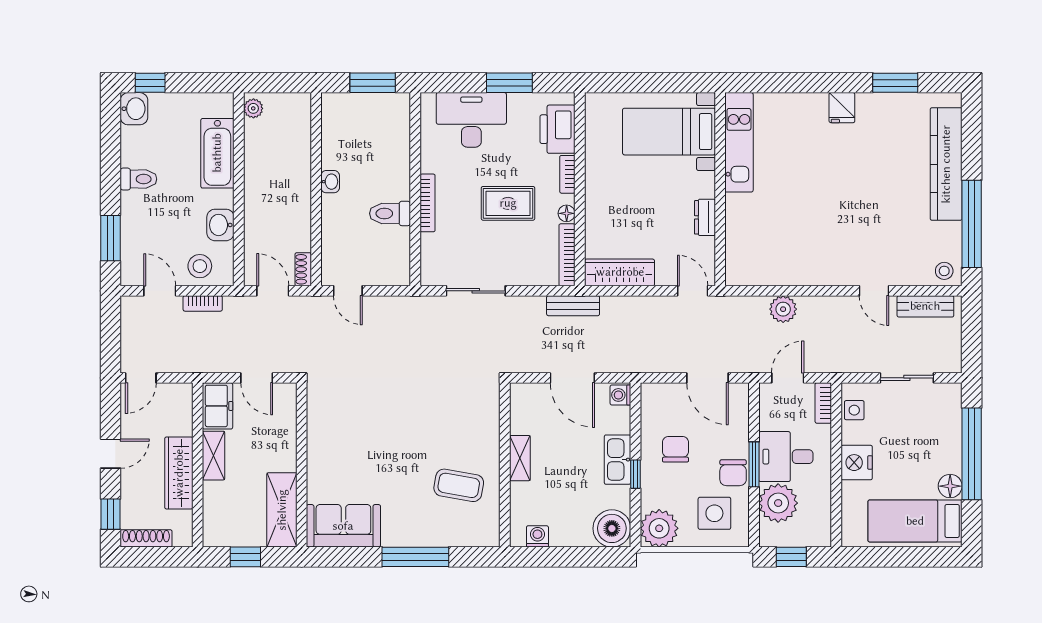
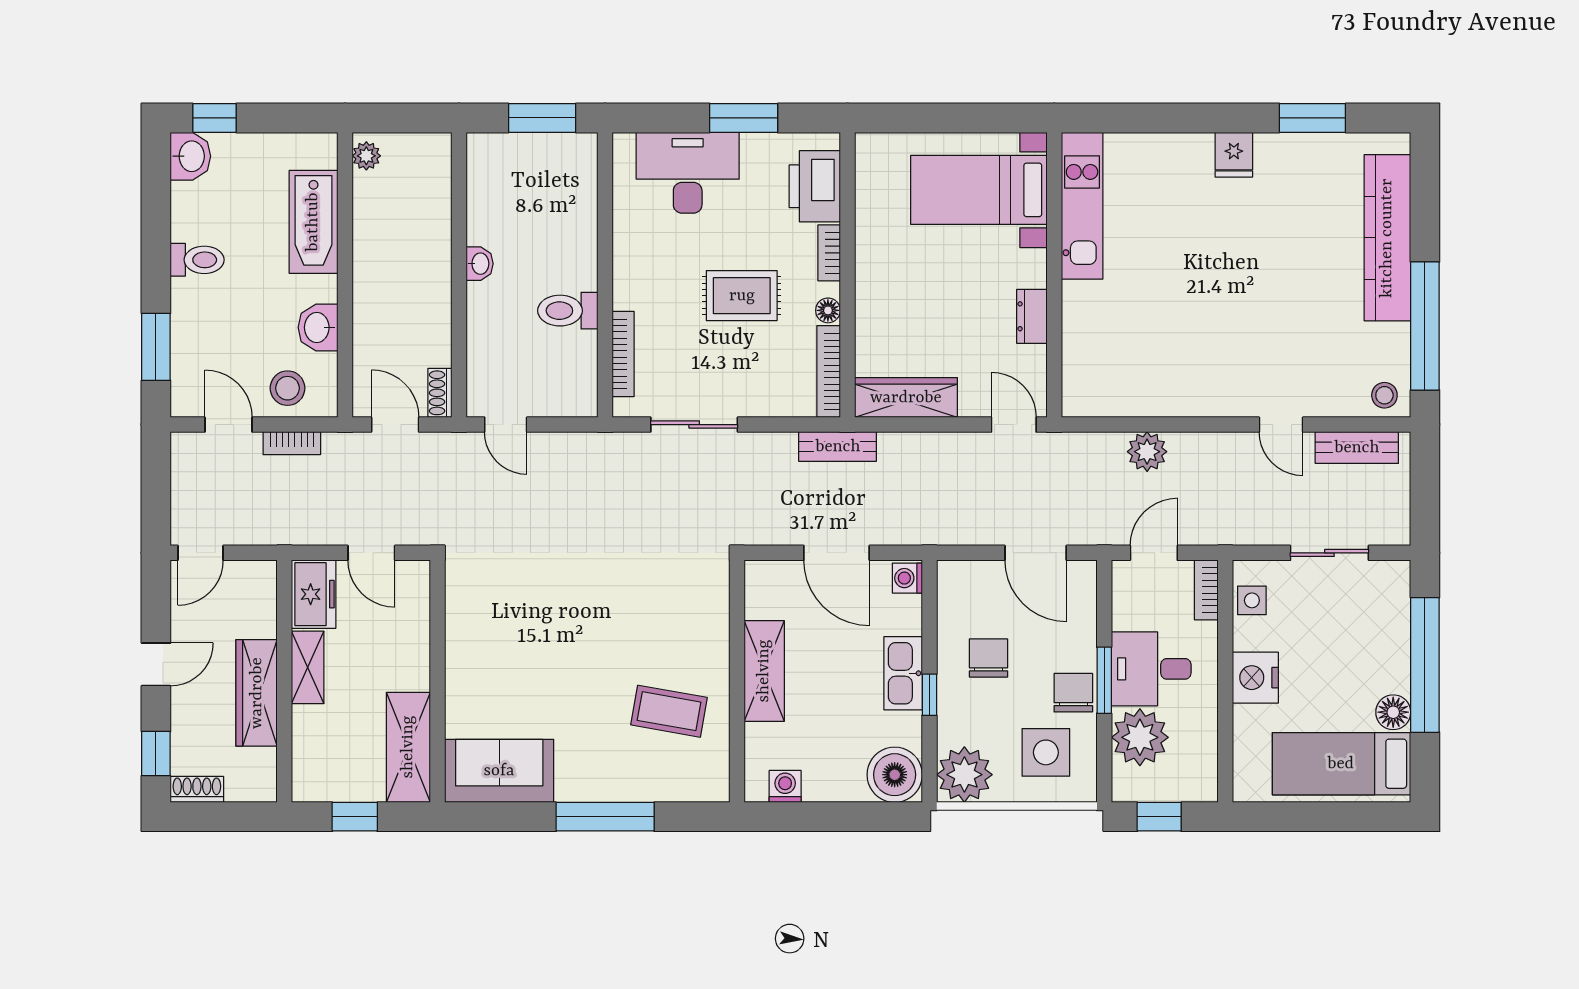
bookcase: (428, 203) -> (623, 354), moved
shelving: (520, 458) -> (764, 671), width x1.50, depth x1.33
chair: (733, 473) -> (1073, 693), turned 180
shoe rack: (146, 538) -> (197, 789), width x0.70

